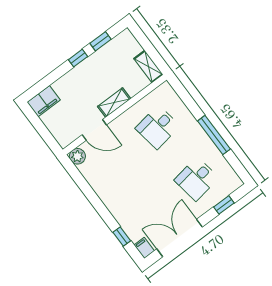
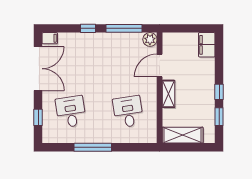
shelving: (148, 67) -> (183, 135), width x1.50, depth x1.33
window: (85, 187) -> (124, 28), added
window: (122, 236) -> (88, 28), moved

